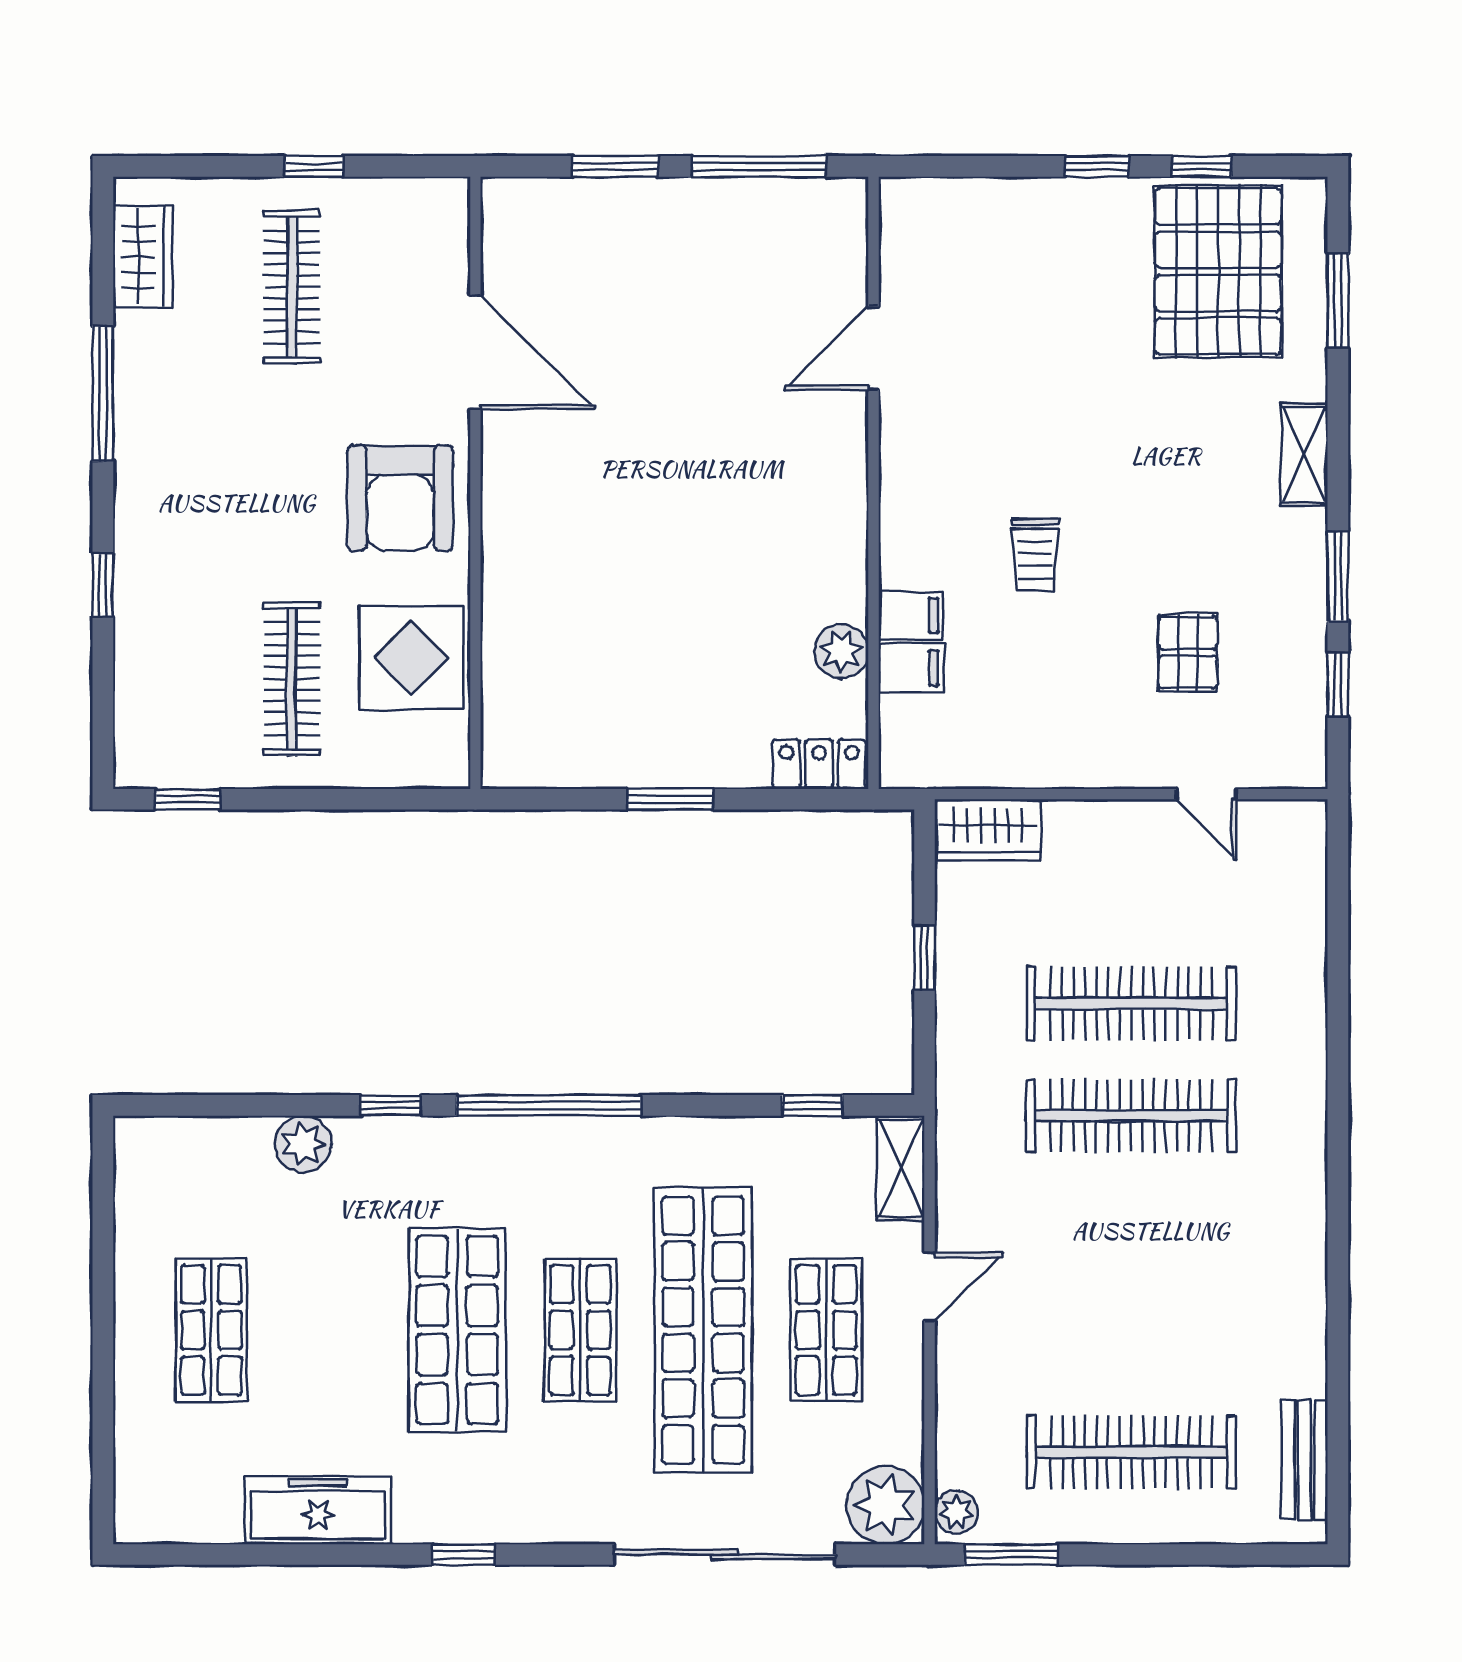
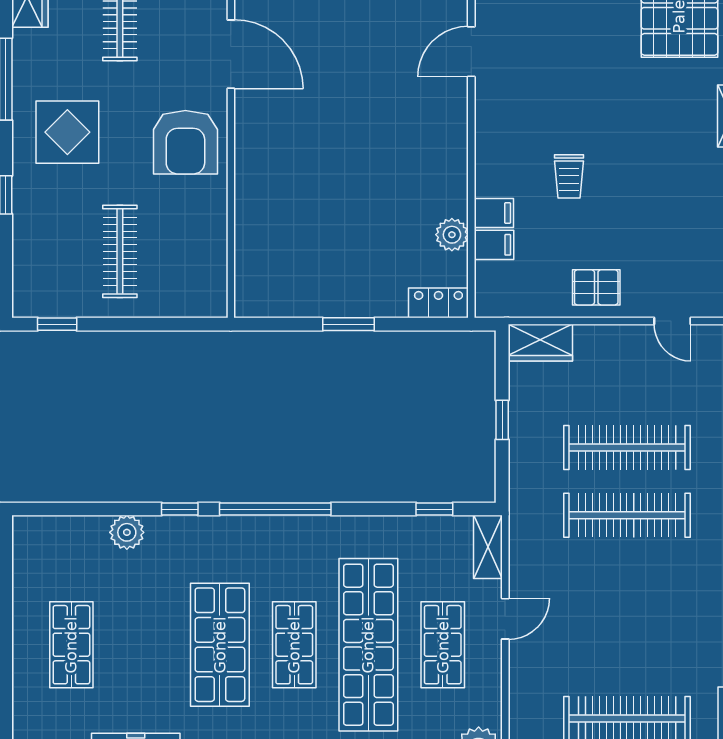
pallet: (1188, 652) -> (596, 287), moved, turned 90
display table: (411, 658) -> (67, 132), moved

